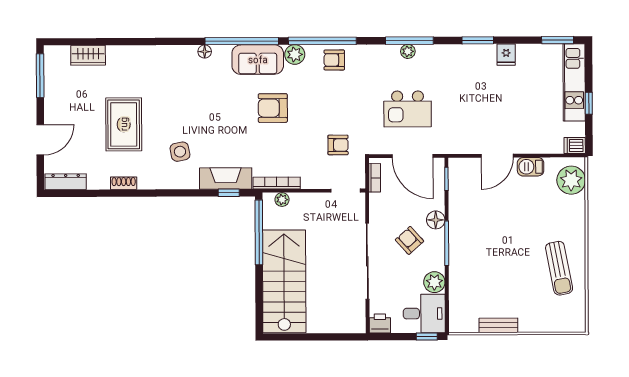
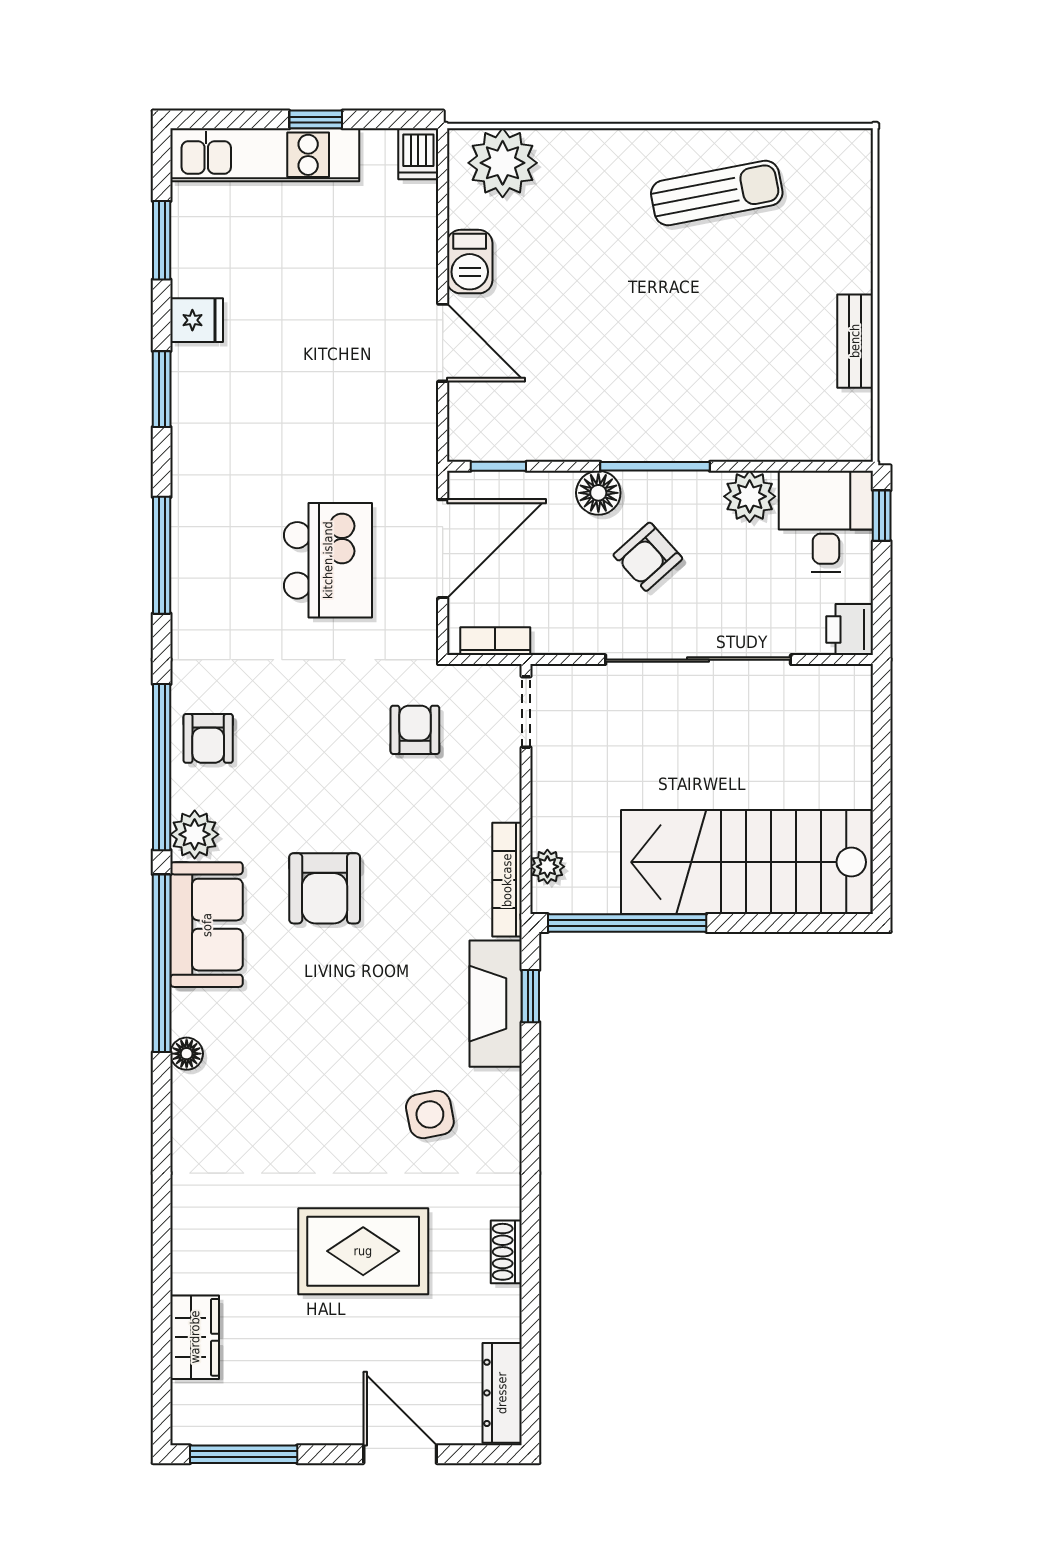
window: (558, 40) -> (162, 240), moved
plant: (408, 51) -> (188, 559), removed

